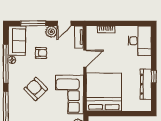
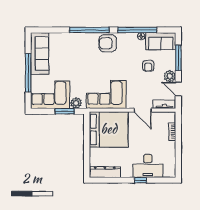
desk: (140, 41) -> (148, 166), moved
window: (154, 77) -> (140, 180), moved
dresser: (146, 84) -> (105, 172), moved
armchair: (36, 89) -> (108, 43), moved, turned -136

